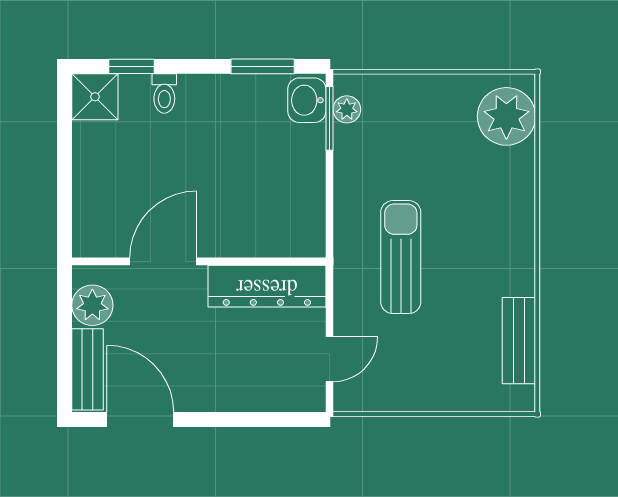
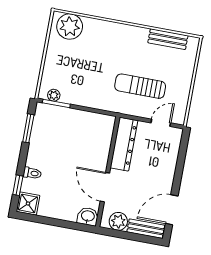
washbasin: (307, 100) -> (88, 216), moved, turned 180
sun lounger: (401, 257) -> (140, 86), moved
door: (329, 359) -> (161, 123), hinge flipped

